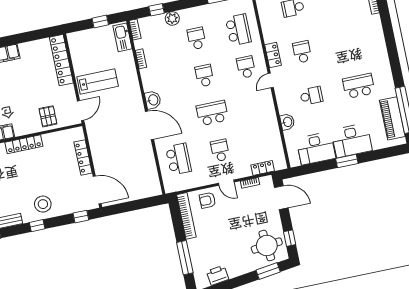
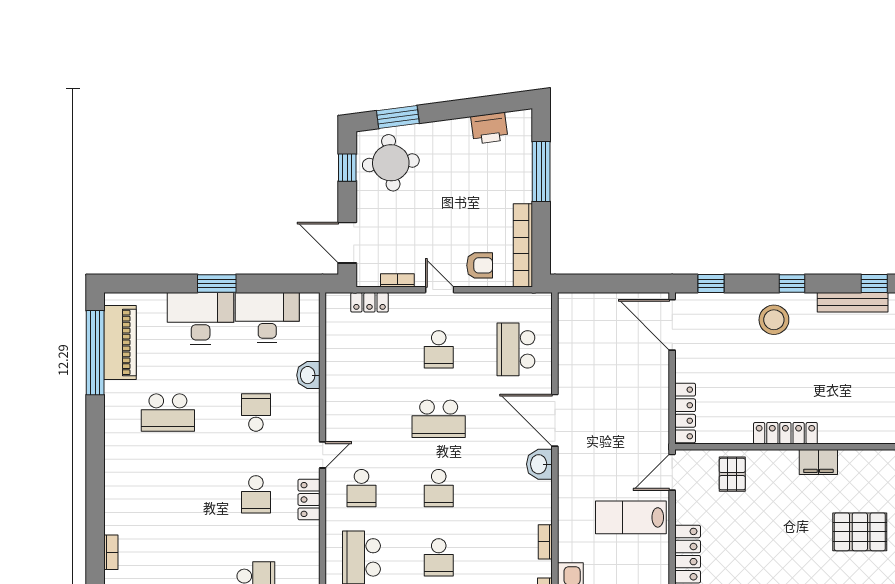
school desk: (311, 96) -> (256, 413), turned 90
locker: (83, 158) -> (685, 413), moved

